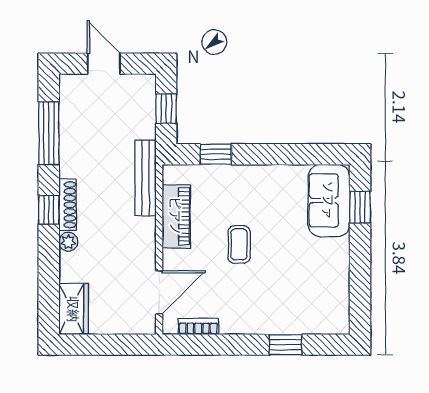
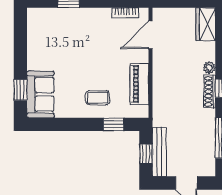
bench: (145, 178) -> (159, 152), moved
coffee table: (239, 244) -> (98, 98), moved, turned 90

